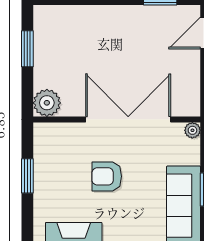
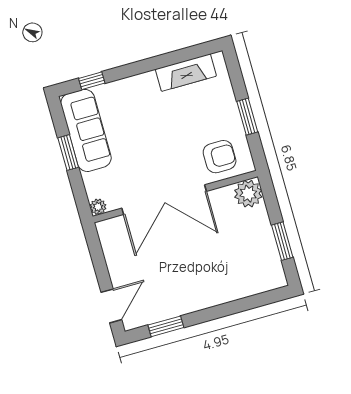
armchair: (107, 176) -> (220, 157), moved

